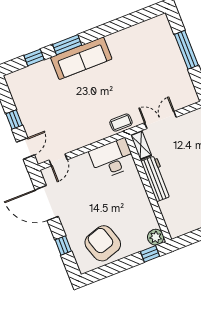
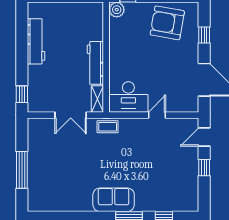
sofa: (81, 58) -> (114, 200), width x0.73
door: (58, 160) -> (157, 115), moved
armchair: (103, 243) -> (167, 23), turned 118

